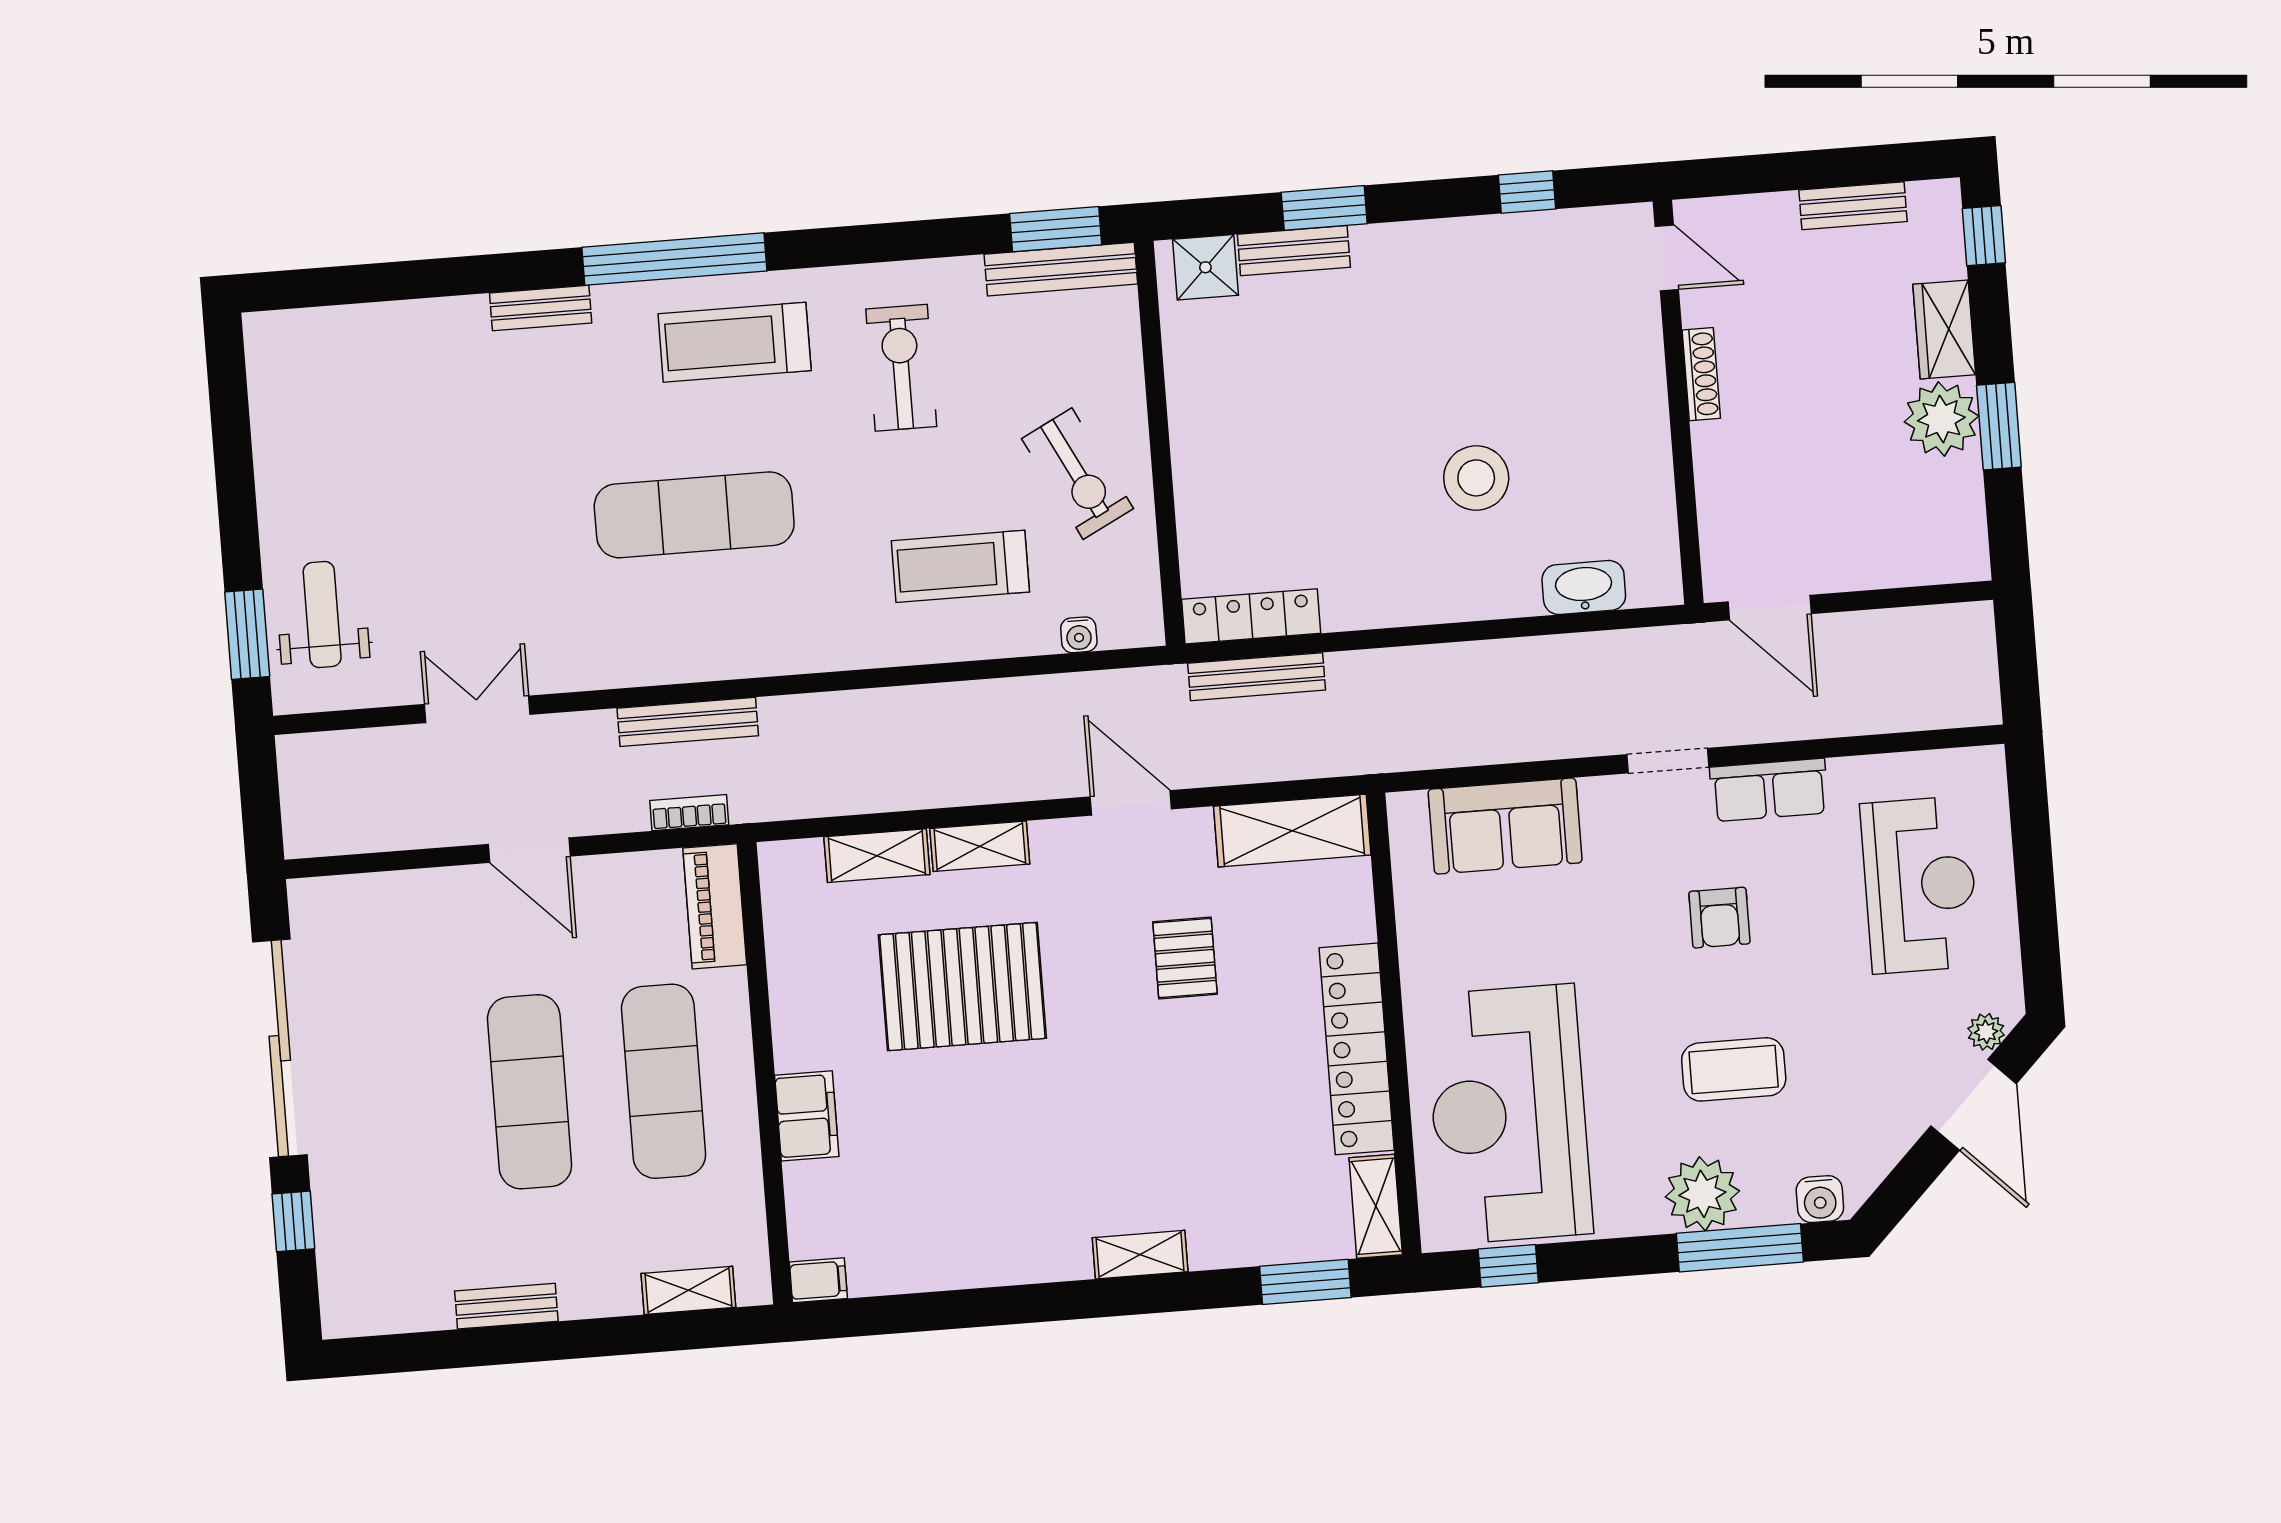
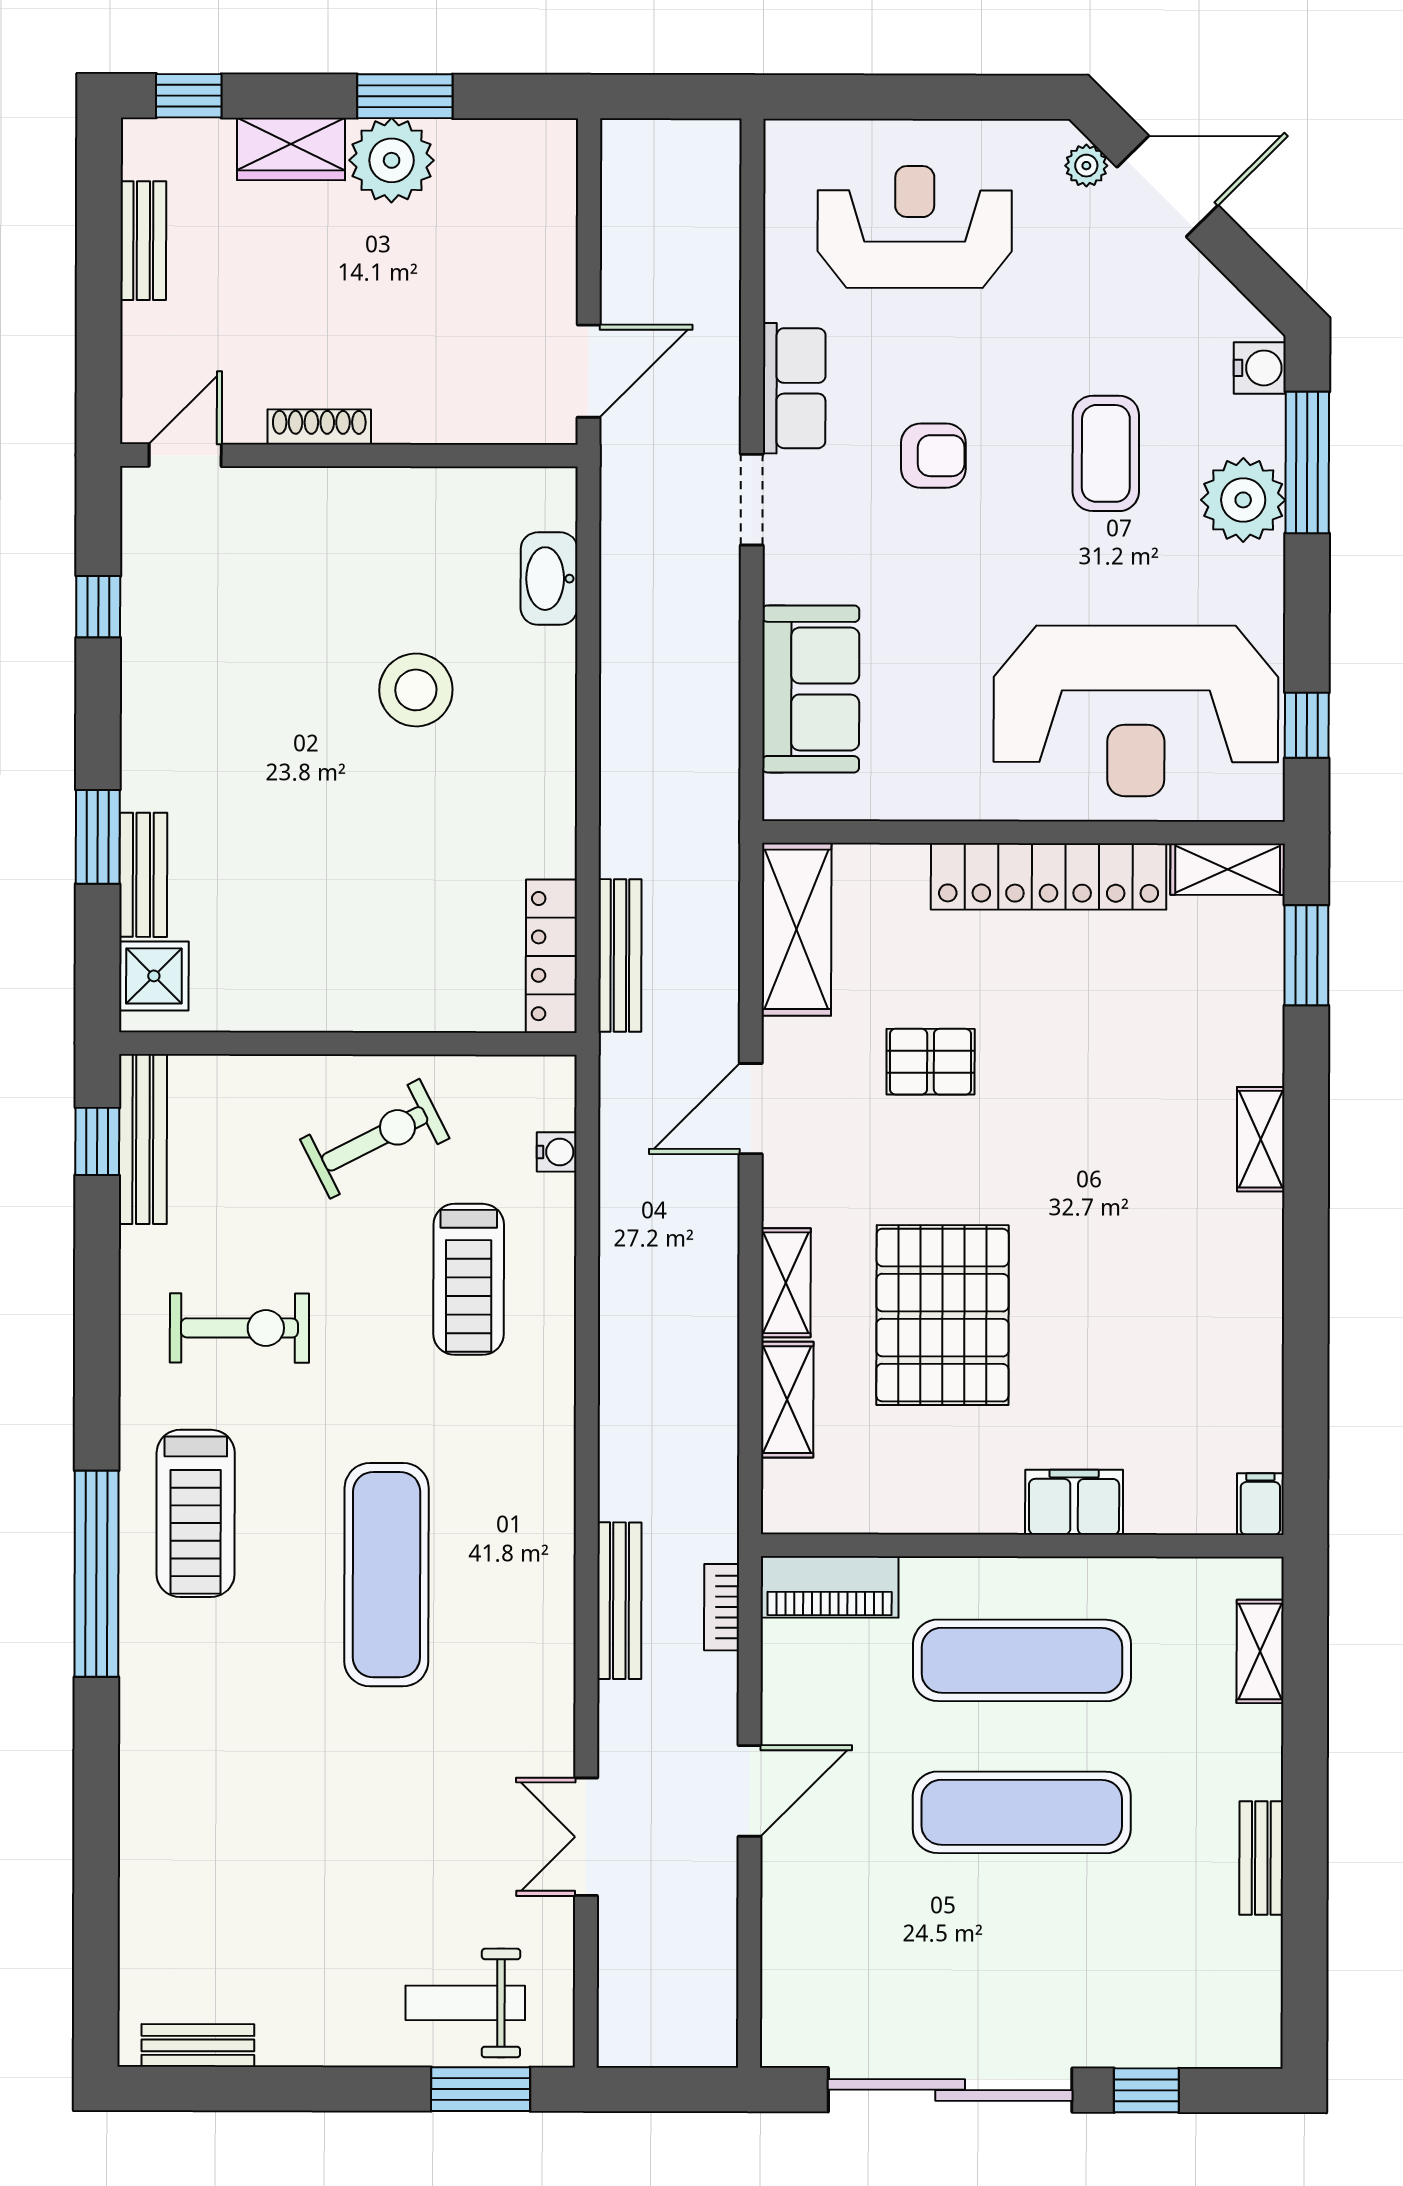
window: (1056, 229) -> (97, 1141), width x0.67
bench: (541, 308) -> (198, 2045), moved, turned 90
exercise bike: (901, 368) -> (239, 1328), turned 180

